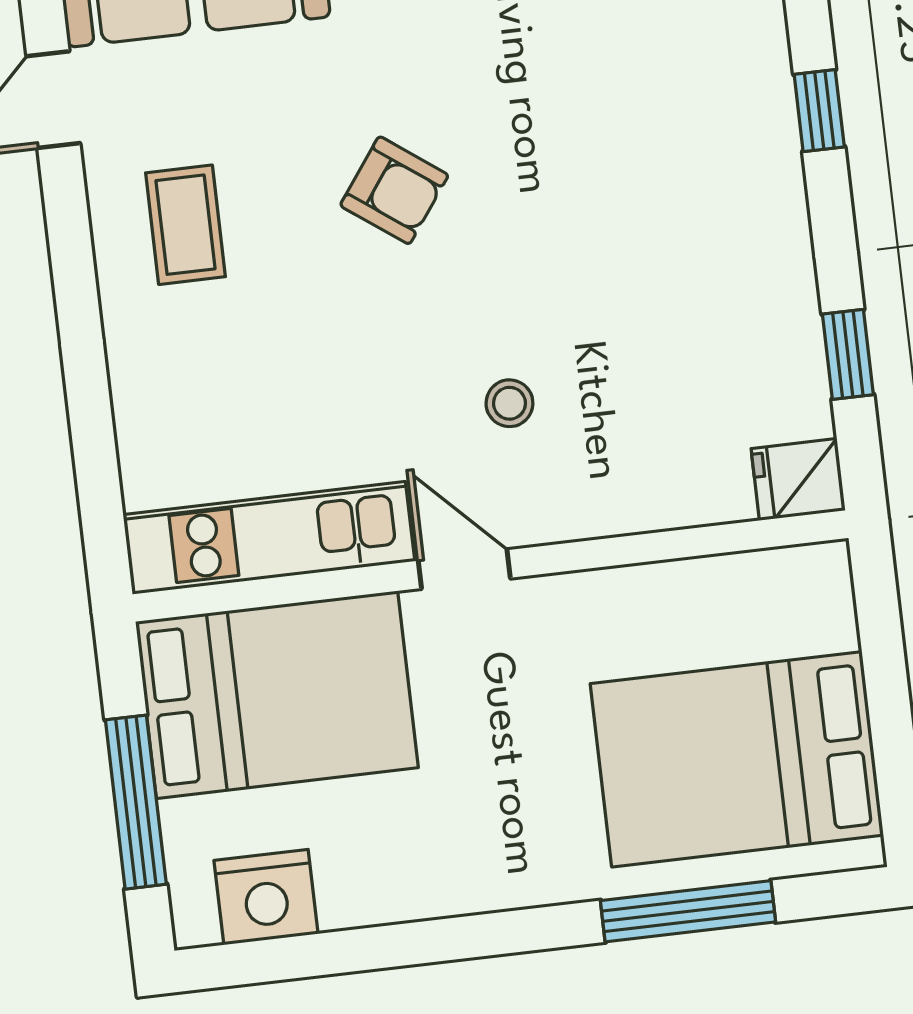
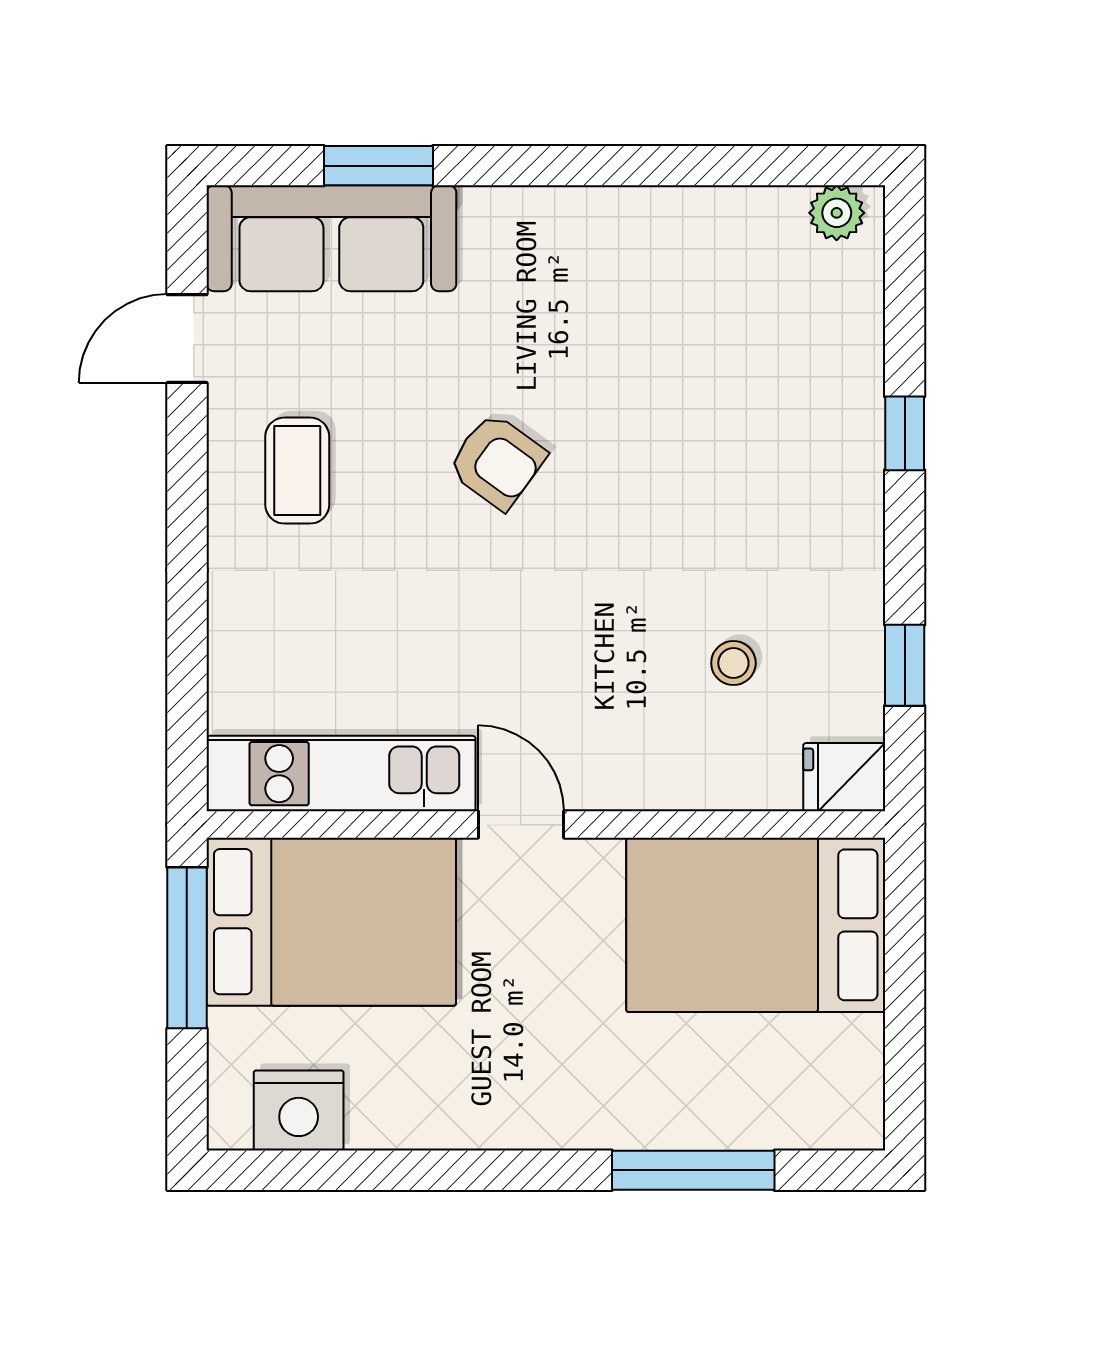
stool: (509, 403) -> (733, 663), moved
bed: (737, 759) -> (756, 925), moved
window: (136, 802) -> (187, 948), moved

